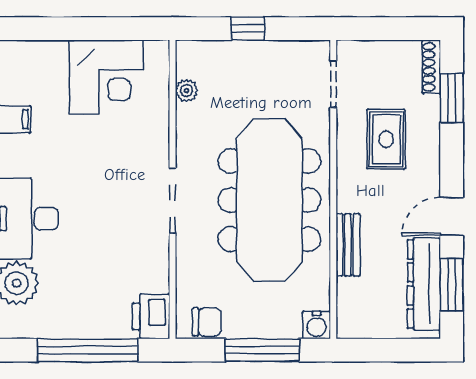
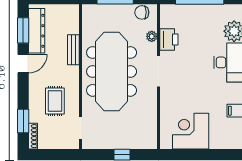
plant: (187, 91) -> (152, 36), moved
printer: (151, 316) -> (169, 40), moved
water cooler: (316, 325) -> (89, 11), removed

